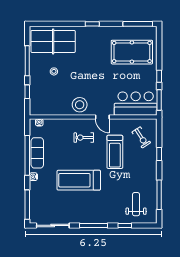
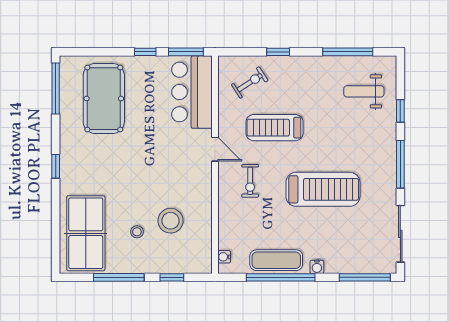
stool: (80, 105) -> (171, 221), moved
door: (102, 117) -> (215, 149), hinge flipped
treadmill: (115, 152) -> (274, 128), turned 180
treadmill: (79, 180) -> (323, 189), turned -90

